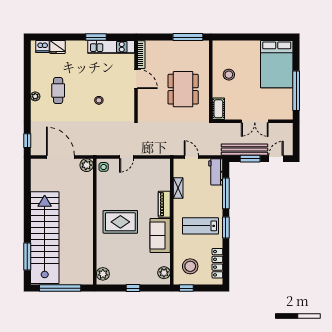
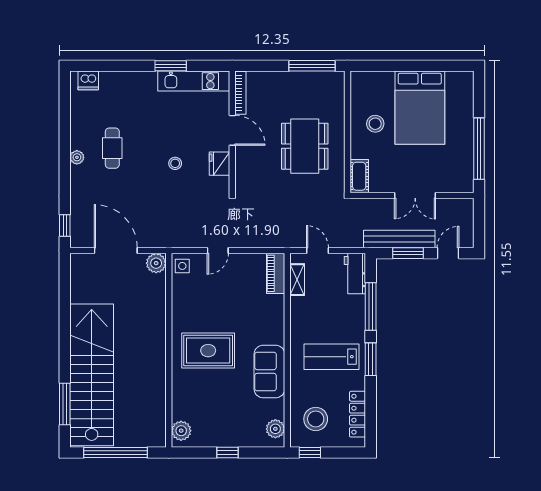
fridge: (58, 47) -> (220, 164), moved, turned 90
bed: (277, 64) -> (420, 108), moved
shelving: (178, 188) -> (297, 280), moved
piano: (164, 204) -> (276, 273), moved

